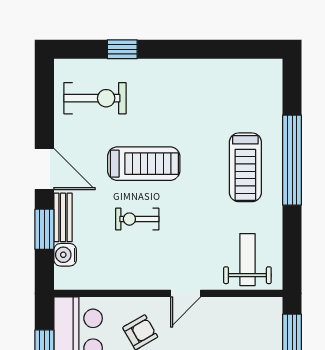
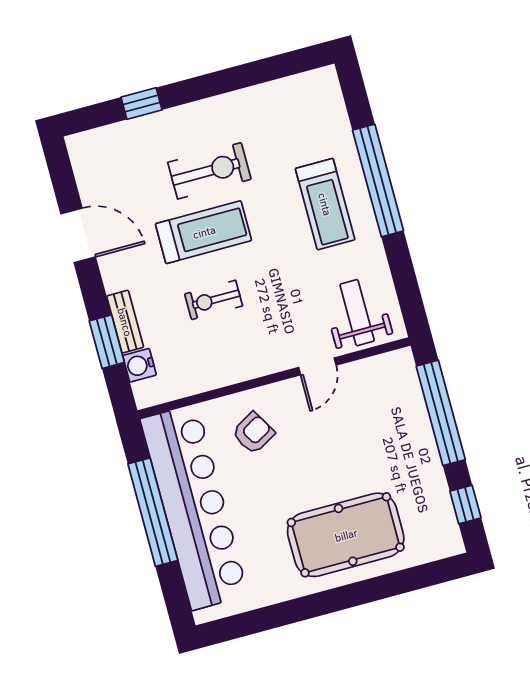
exercise bike: (95, 98) -> (209, 171), moved
door: (44, 169) -> (78, 235), moved
door: (186, 293) -> (317, 366), moved

